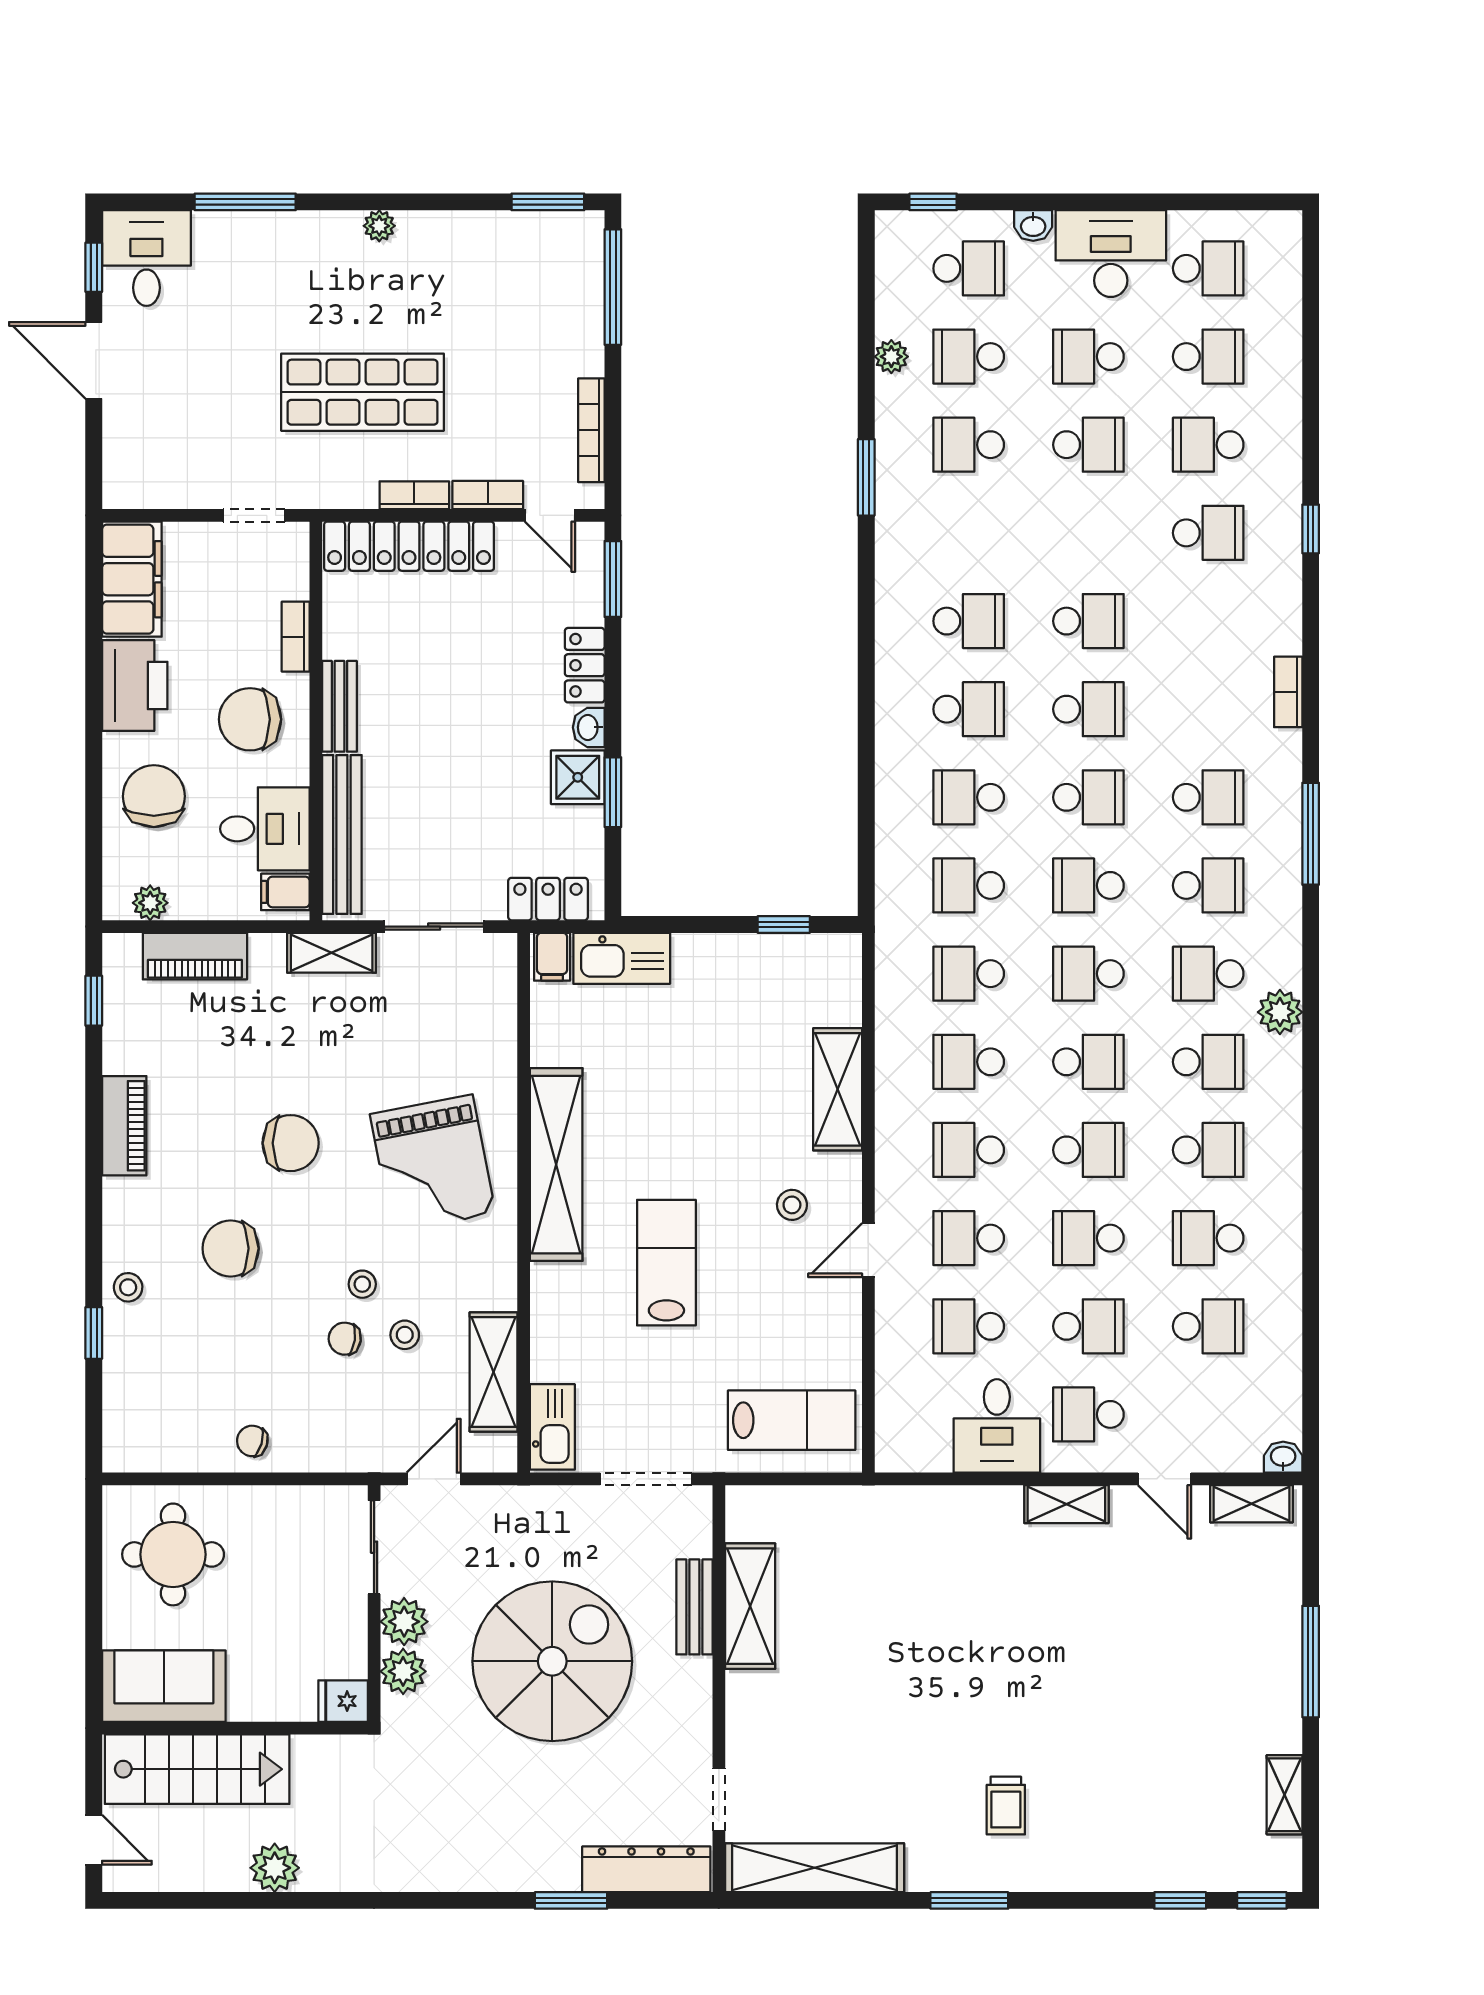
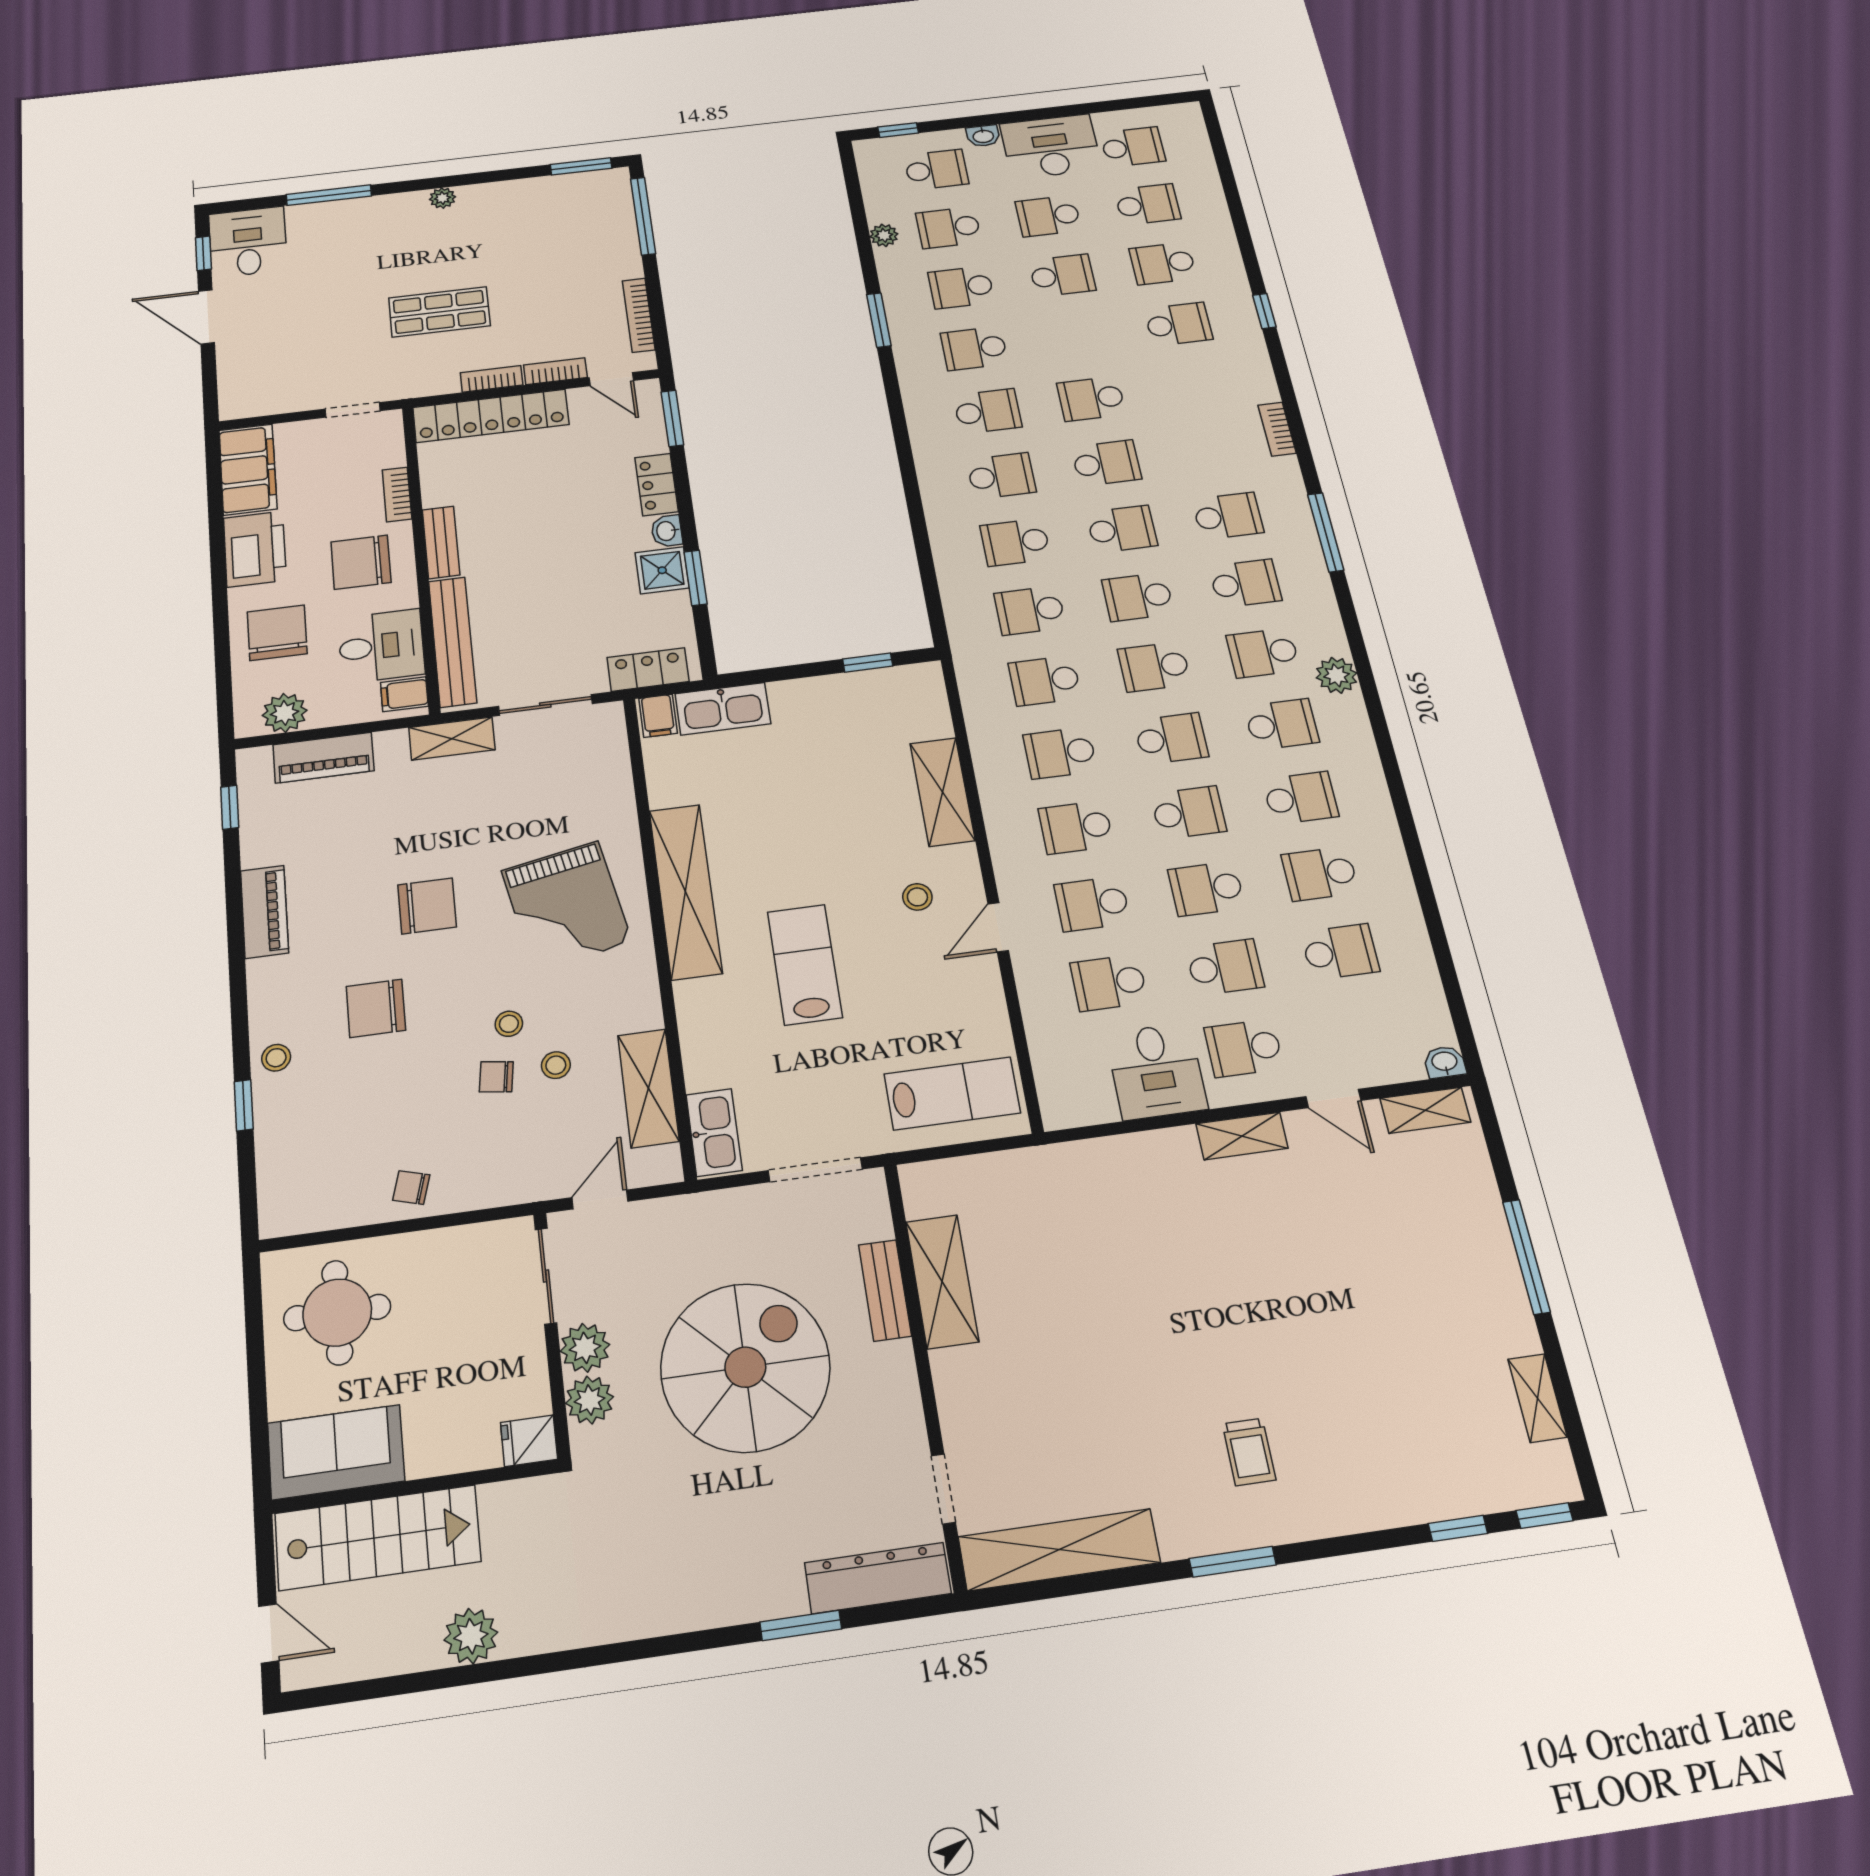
shop shelf: (363, 392) -> (439, 312), width x0.70, depth x0.74
school desk: (969, 533) -> (974, 348), added
school desk: (1088, 621) -> (1091, 399), turned 180
plant: (150, 903) -> (285, 713), width x1.38, depth x1.38

